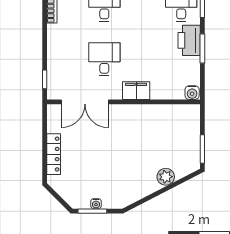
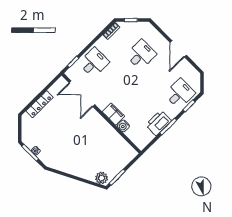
printer: (189, 40) -> (158, 123), moved
desk: (104, 59) -> (94, 63), moved
water cooler: (192, 93) -> (123, 126), moved
plant: (166, 177) -> (101, 178), moved

